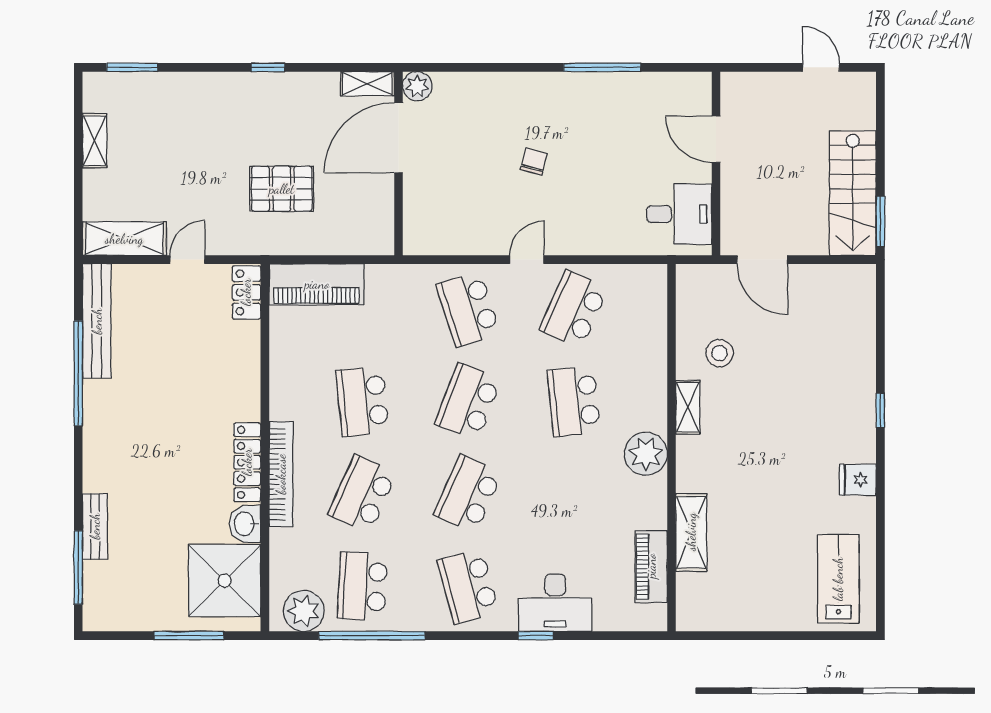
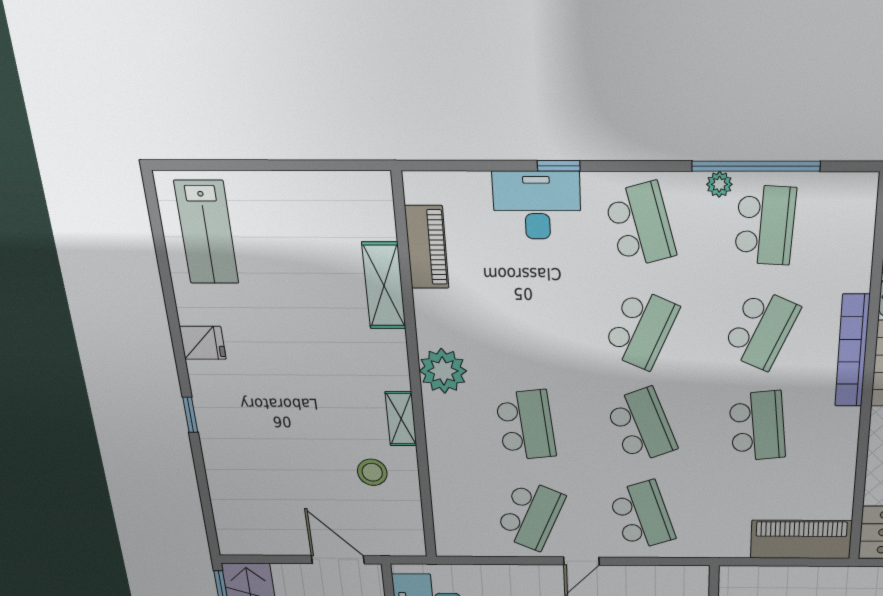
school desk: (468, 401) -> (641, 426), turned -42
plant: (304, 611) -> (719, 184), moved, width x0.53, depth x0.53

